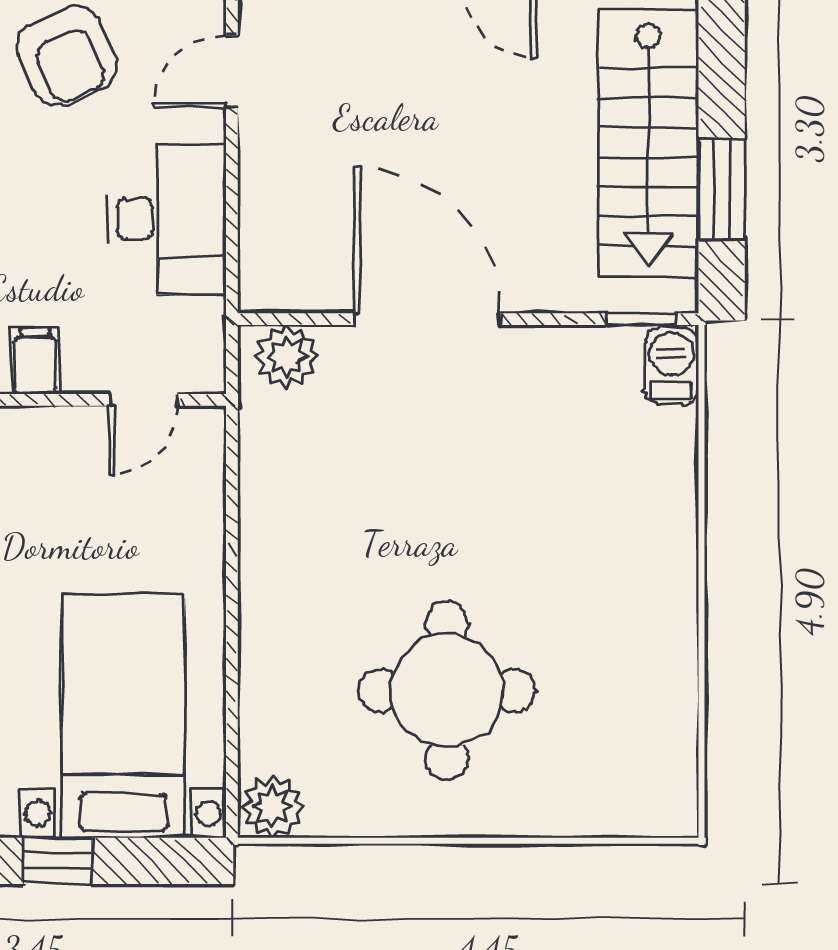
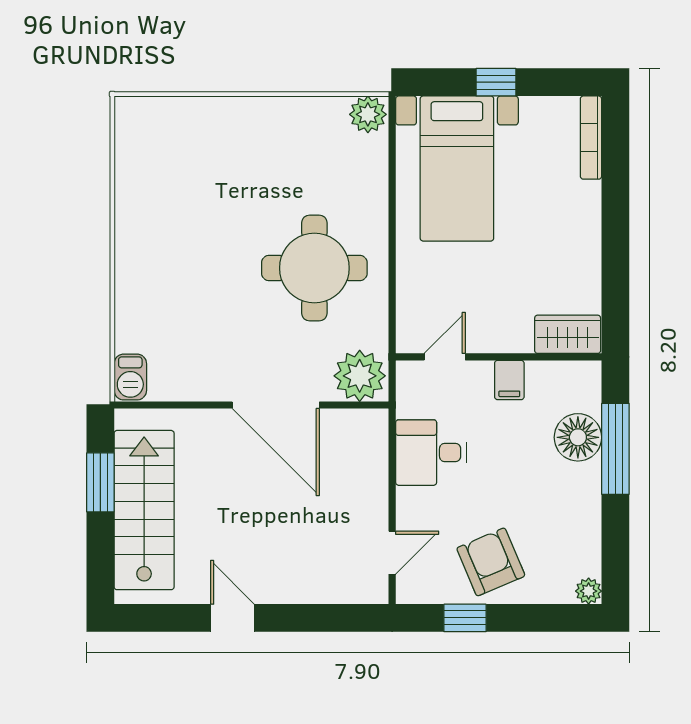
desk: (167, 219) -> (431, 453), width x0.73
window: (641, 319) -> (149, 405), removed
plant: (286, 357) -> (360, 376), width x1.36, depth x1.36
round table: (447, 691) -> (314, 268), moved

